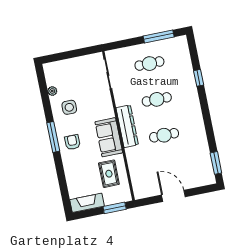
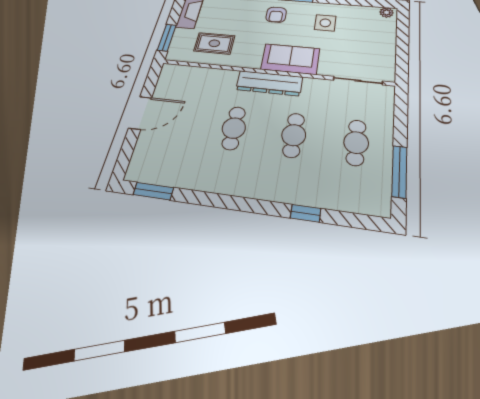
plant: (52, 91) -> (387, 12), moved
sofa: (109, 137) -> (290, 59), moved
armchair: (72, 142) -> (276, 15), turned 90

